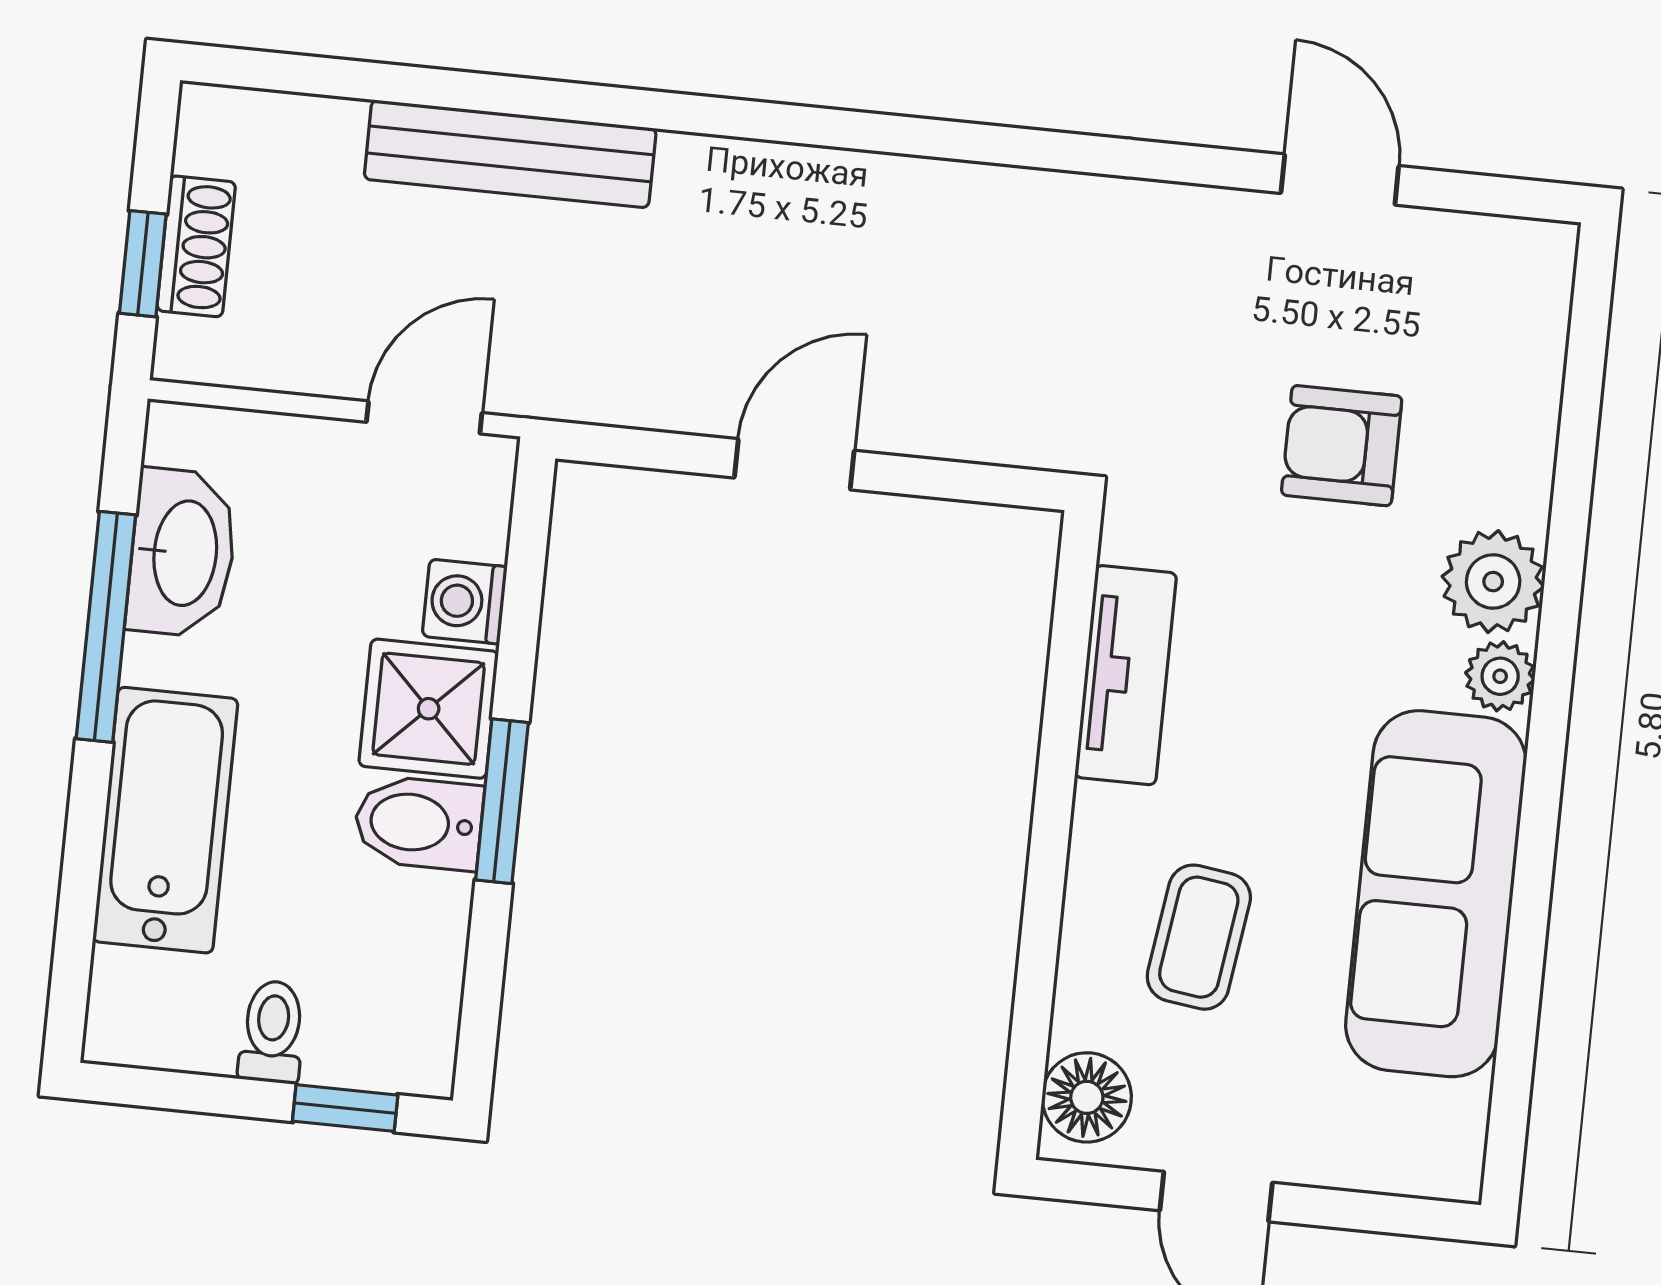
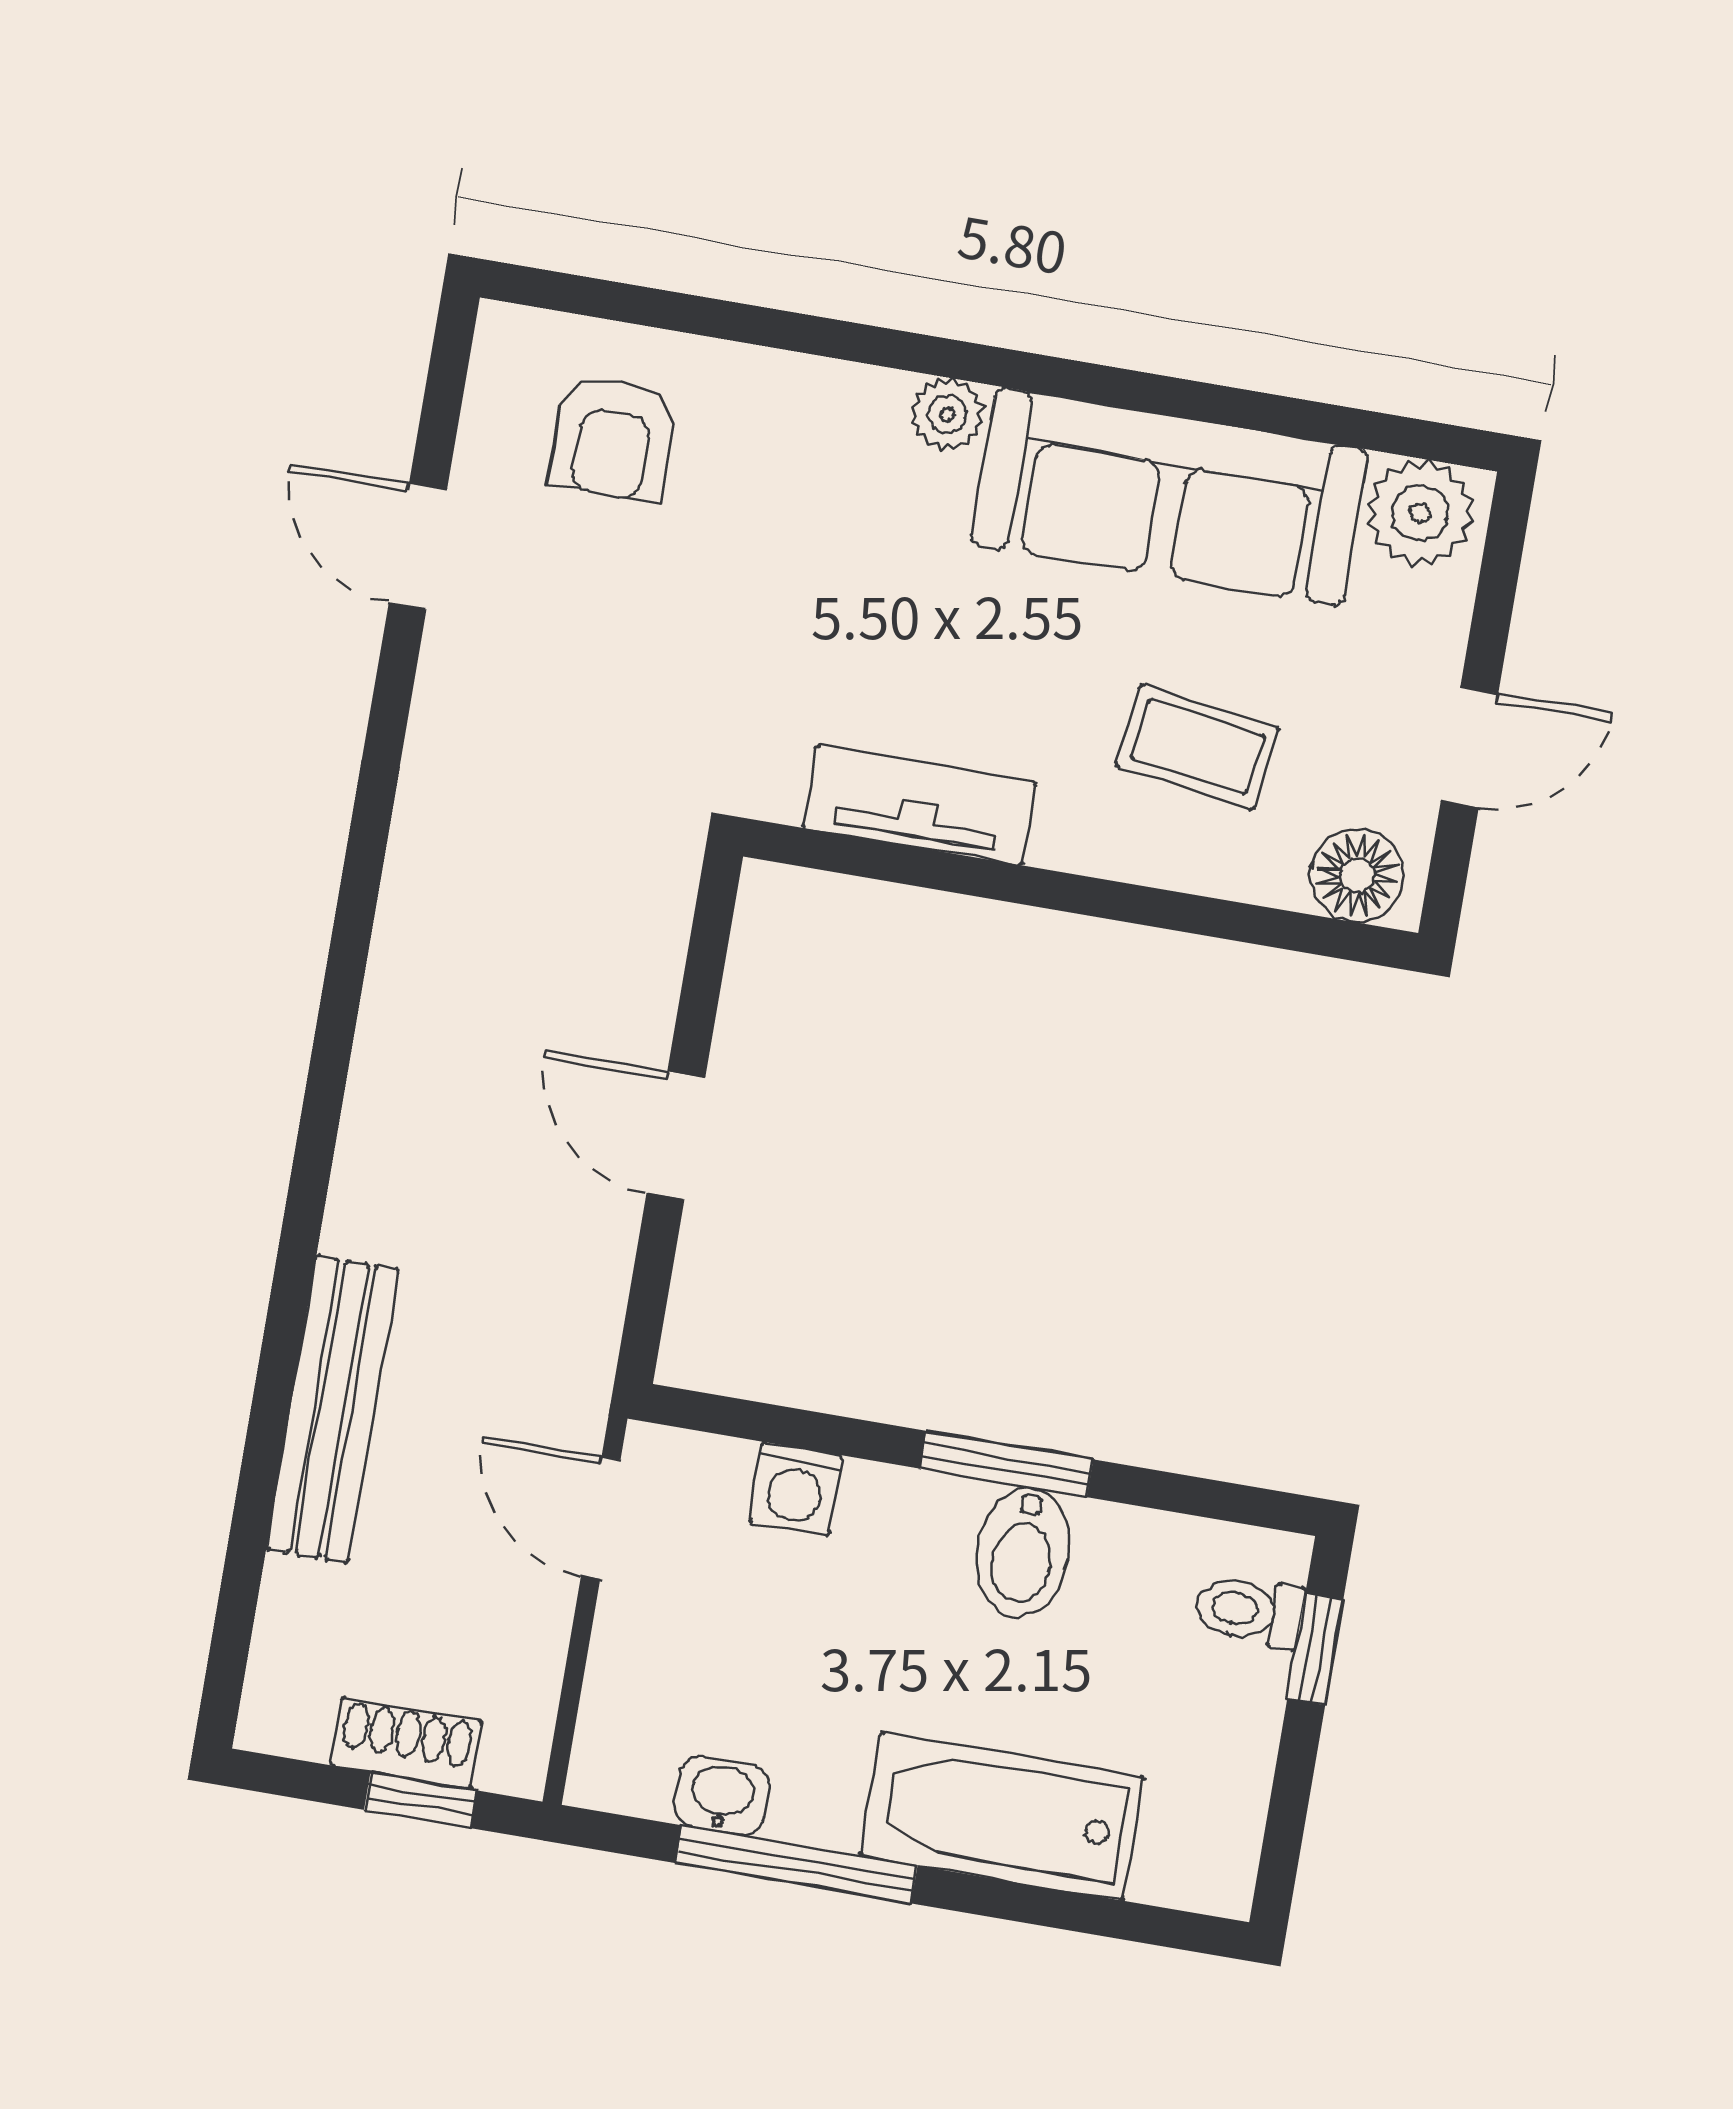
door: (1340, 179) -> (418, 546), hinge flipped
armchair: (1342, 446) -> (614, 438), moved
washbasin: (182, 553) -> (722, 1796), width x0.52, depth x0.69
plant: (1493, 582) -> (1420, 513), moved
shower: (429, 709) -> (905, 1534), removed
toilet: (272, 1032) -> (1249, 1611), moved

